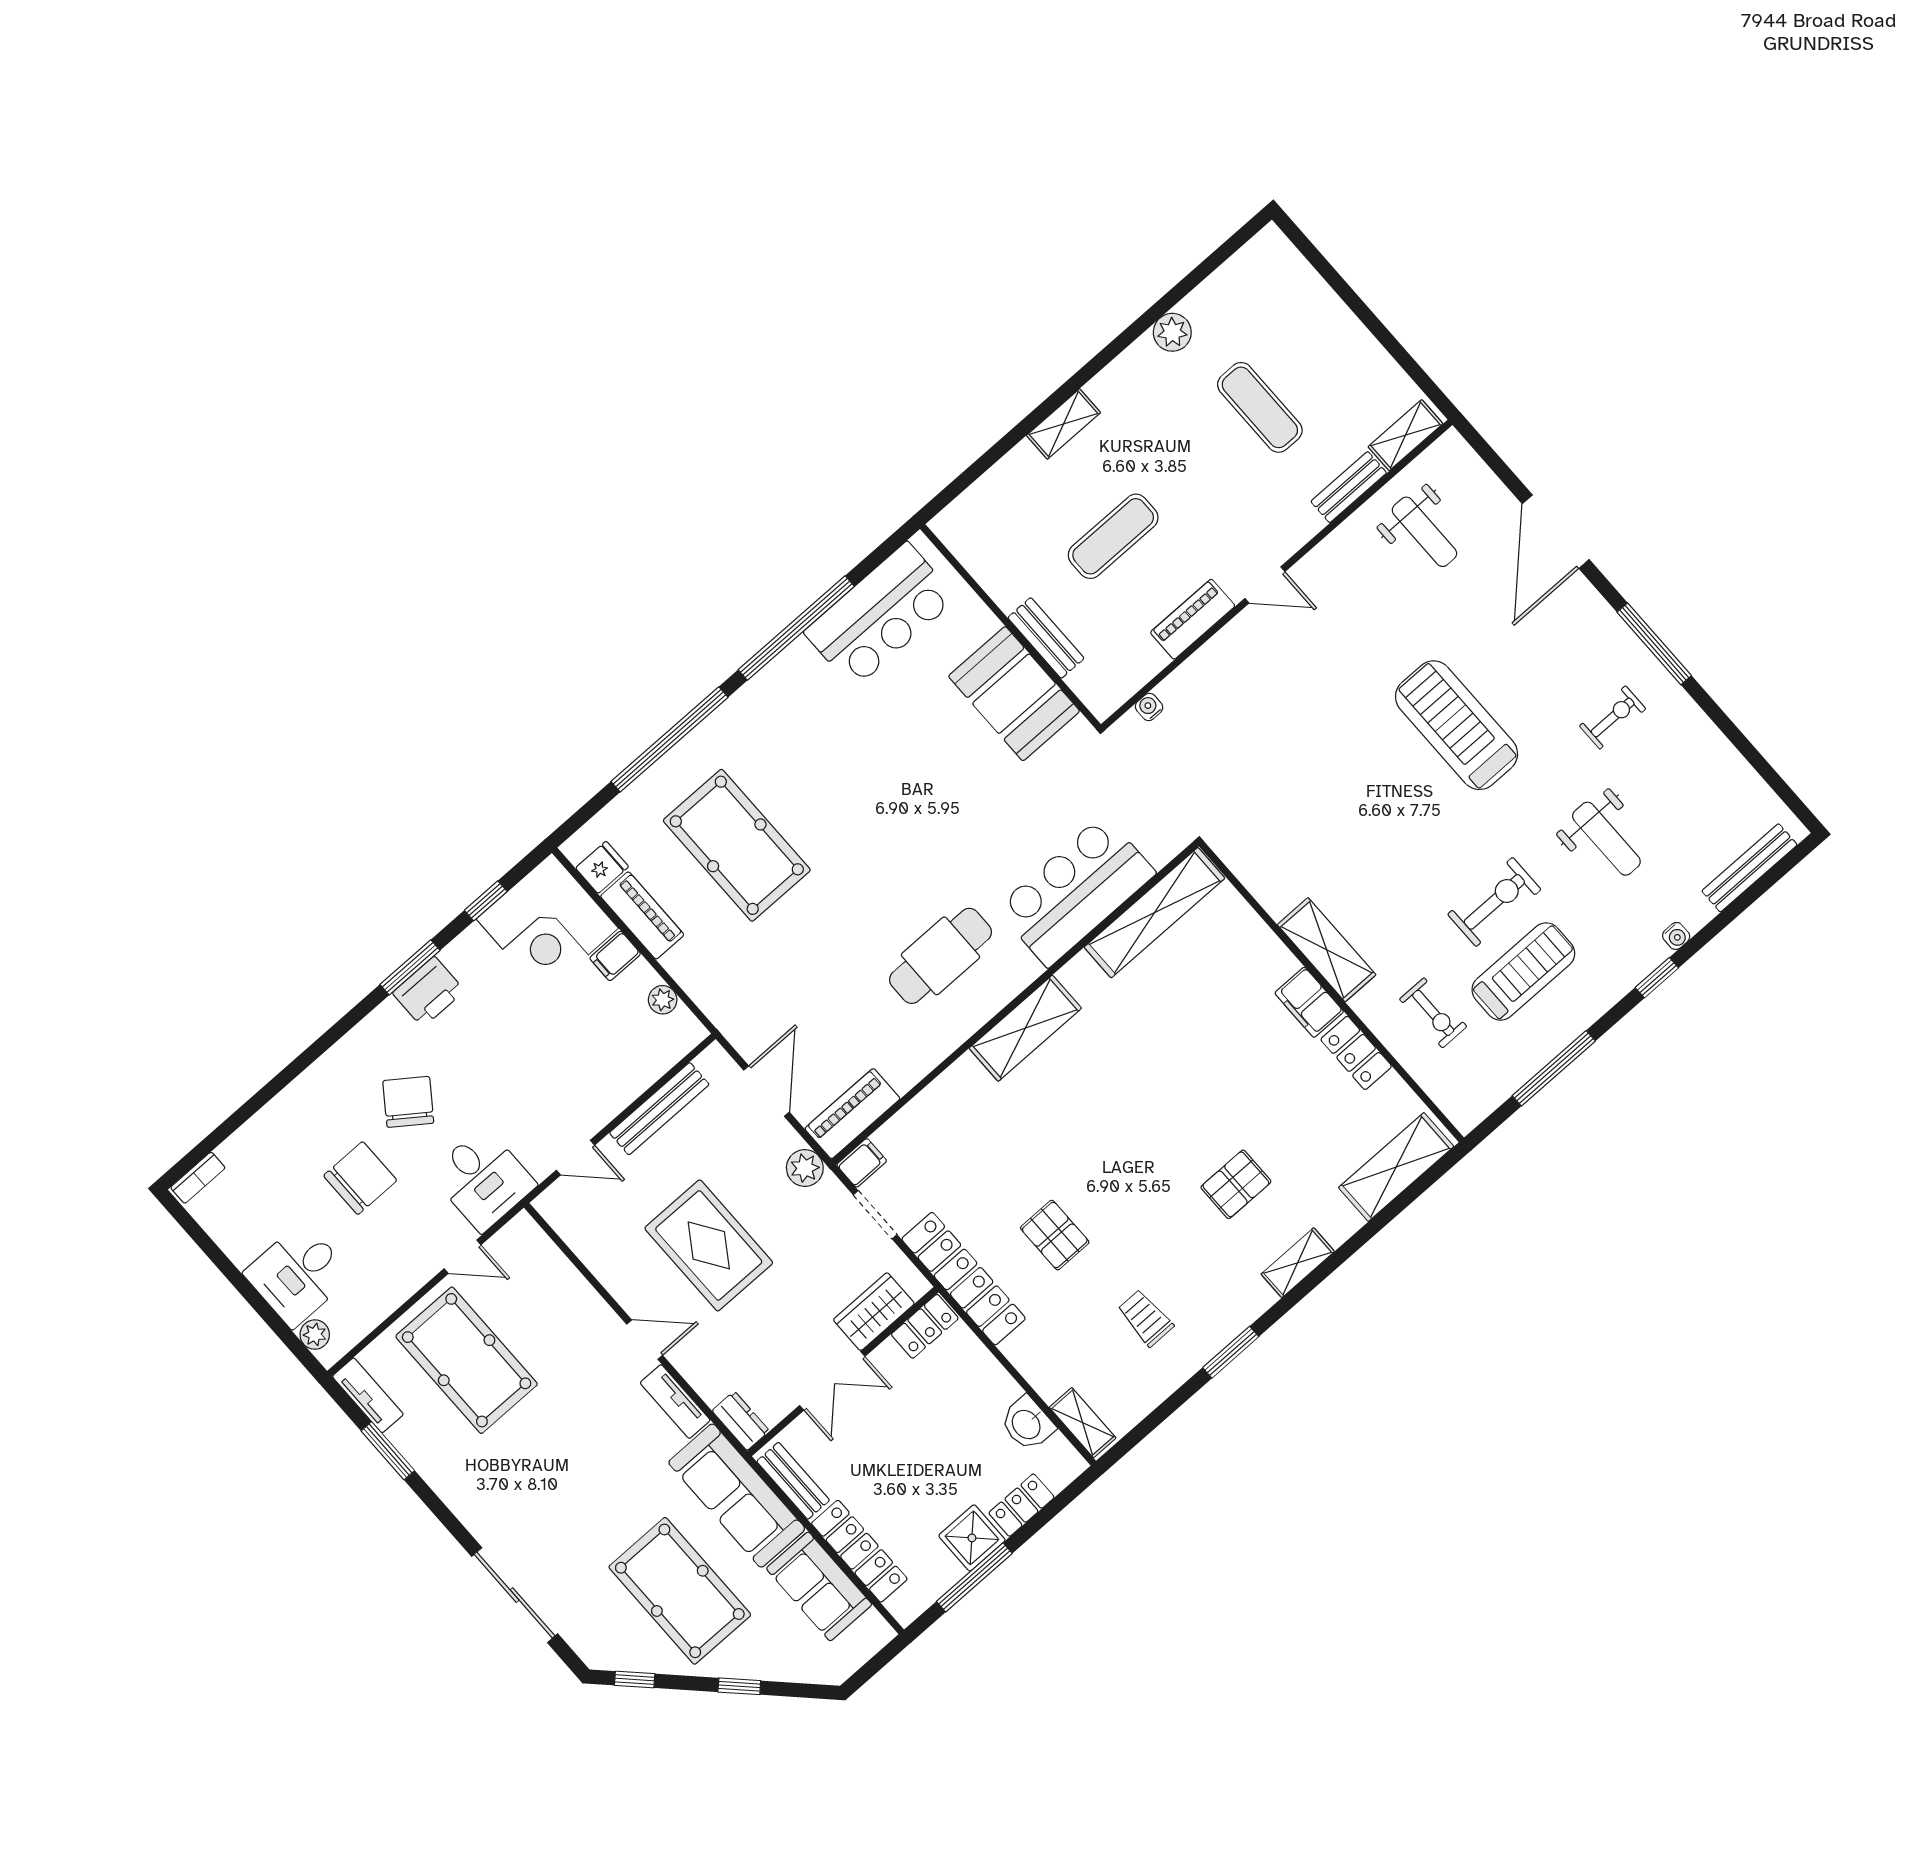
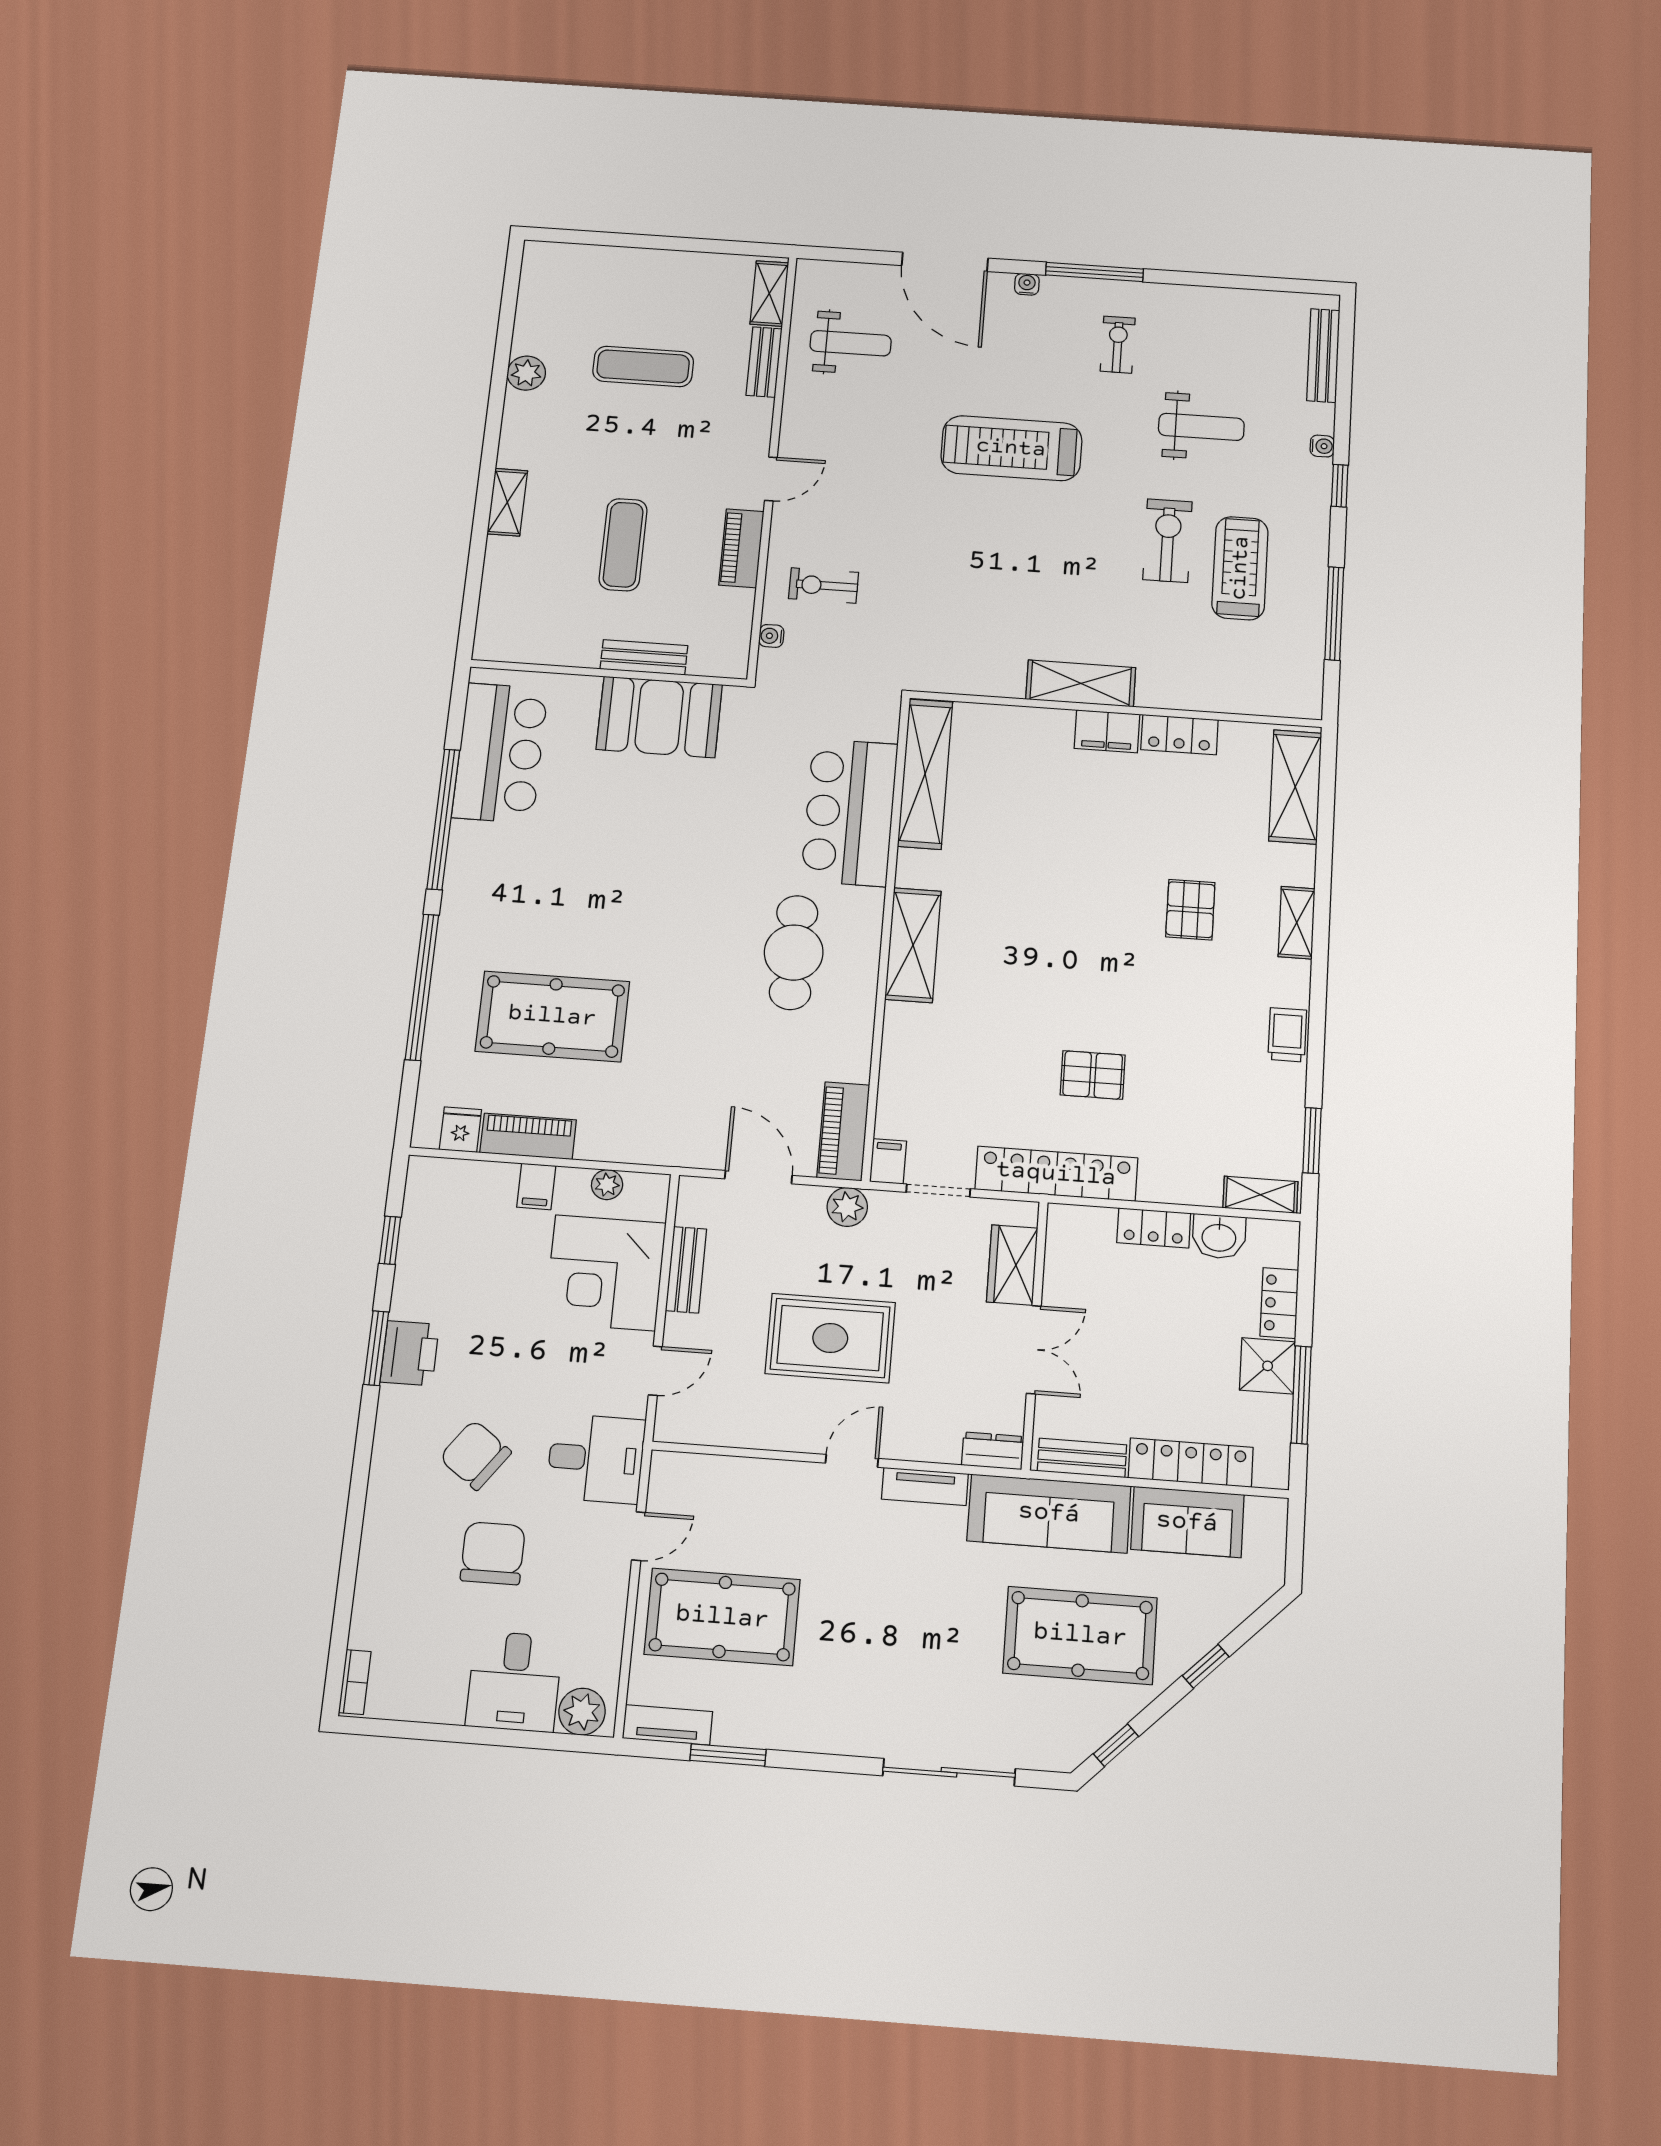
water cooler: (1596, 607) -> (1027, 284), added
corner desk: (547, 924) -> (605, 1273), moved, turned 90
exercise bike: (1433, 1013) -> (824, 586), moved, turned 180
bench: (659, 1109) -> (686, 1270), width x0.73
trolley: (1145, 1318) -> (1287, 1035), moved, turned 90
locker: (925, 1326) -> (1154, 1228), moved, turned 90
plant: (315, 1335) -> (582, 1712), width x1.38, depth x1.38
window: (1231, 1352) -> (1312, 1141), moved

